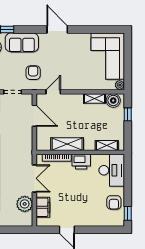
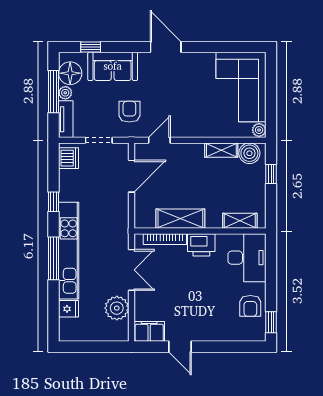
door: (34, 116) -> (131, 176), hinge flipped
filing cabinet: (43, 207) -> (149, 331), moved, turned -90

